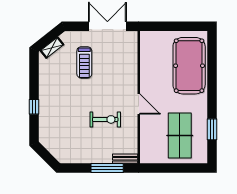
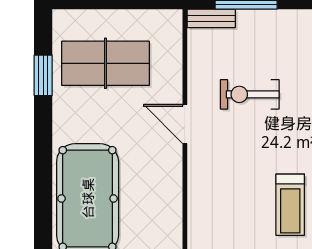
treadmill: (84, 62) -> (290, 205), turned 180
table tennis table: (180, 136) -> (105, 63), turned 90

